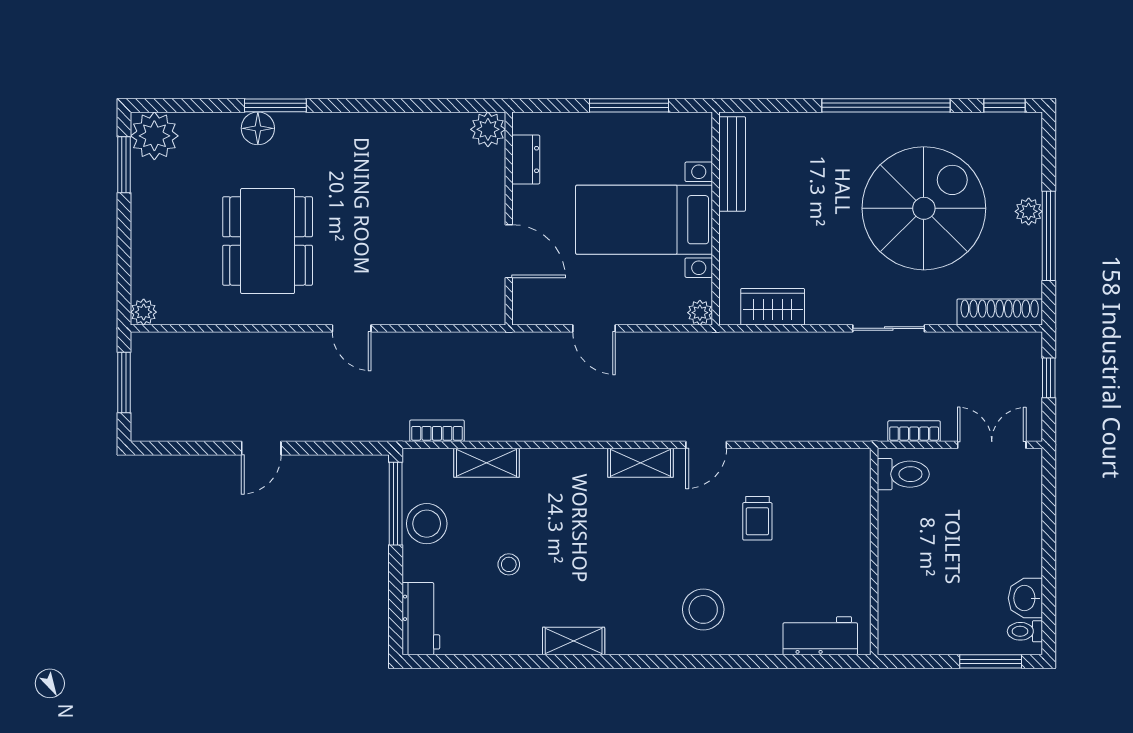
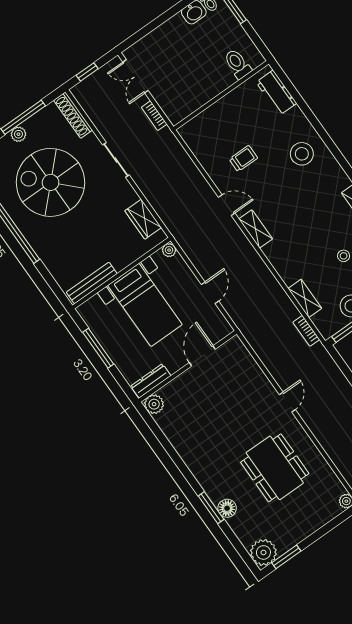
dresser: (526, 159) -> (151, 381), width x1.44
dining table: (268, 241) -> (275, 468), turned 90
toilet: (903, 474) -> (238, 64), moved

